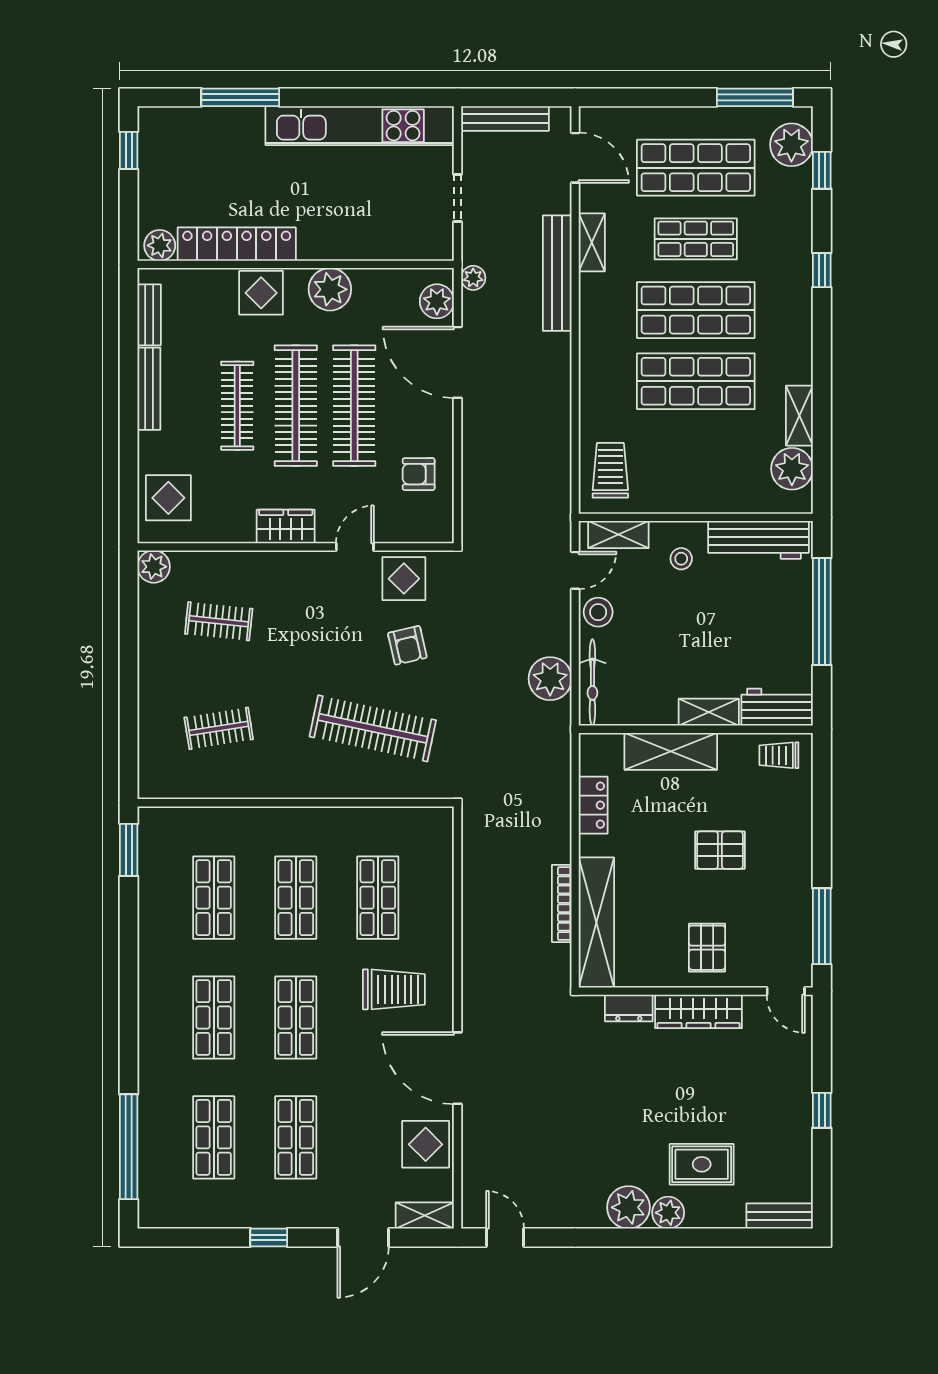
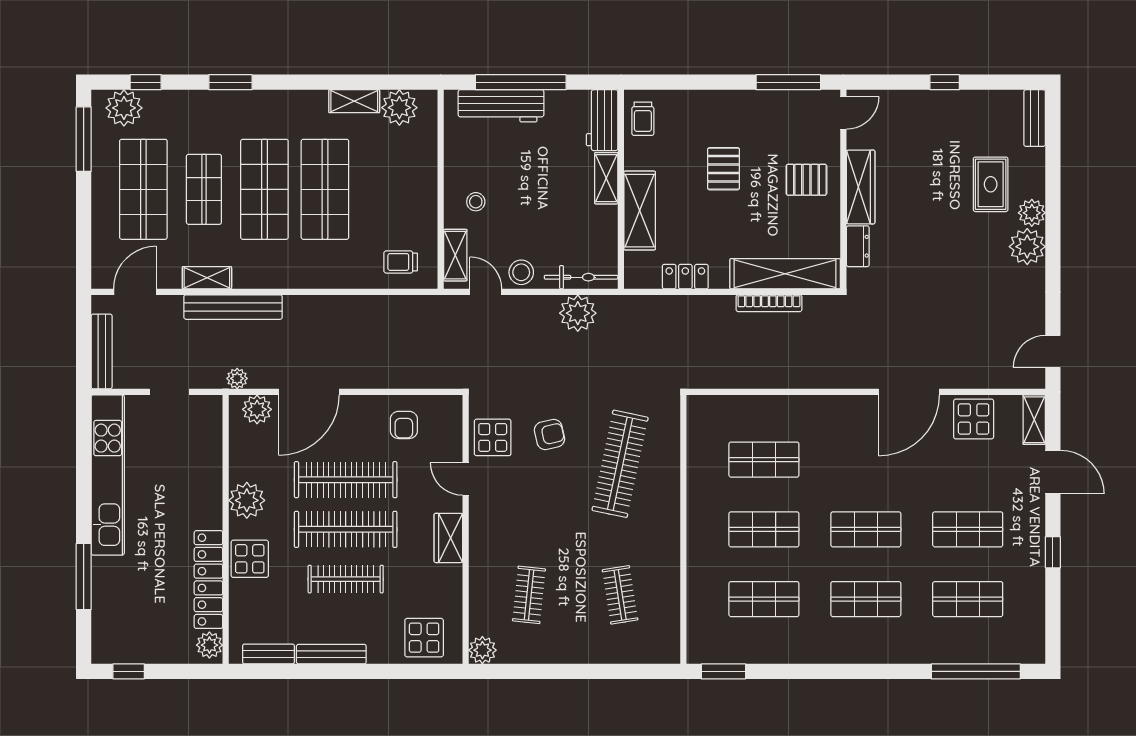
window: (822, 270) -> (230, 82), width x1.50
trolley: (610, 470) -> (401, 262), width x0.73, depth x0.72
workbench: (758, 540) -> (501, 106), moved, turned 90
trolley: (394, 989) -> (842, 446), removed

